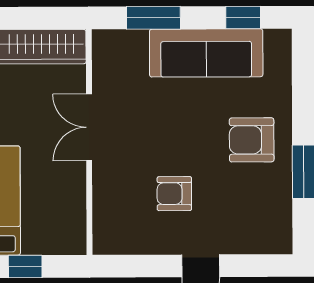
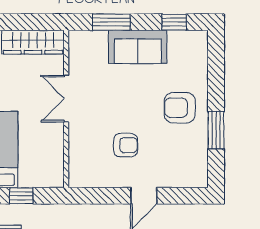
sofa: (206, 53) -> (138, 47), width x0.73
armchair: (174, 194) -> (126, 145), turned 180

